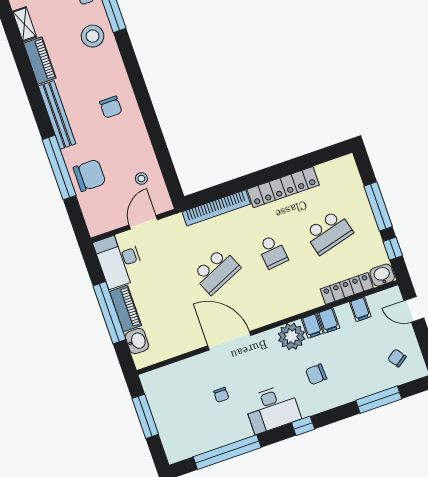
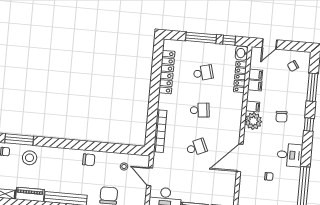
chair: (111, 107) -> (89, 160), moved
locker: (283, 187) -> (167, 72), moved
school desk: (329, 232) -> (203, 73), width x0.54
school desk: (216, 271) -> (196, 147), width x0.54
filing cabinet: (329, 321) -> (255, 85), moved
desk: (272, 409) -> (290, 155), width x0.73
window: (303, 426) -> (309, 124), moved

